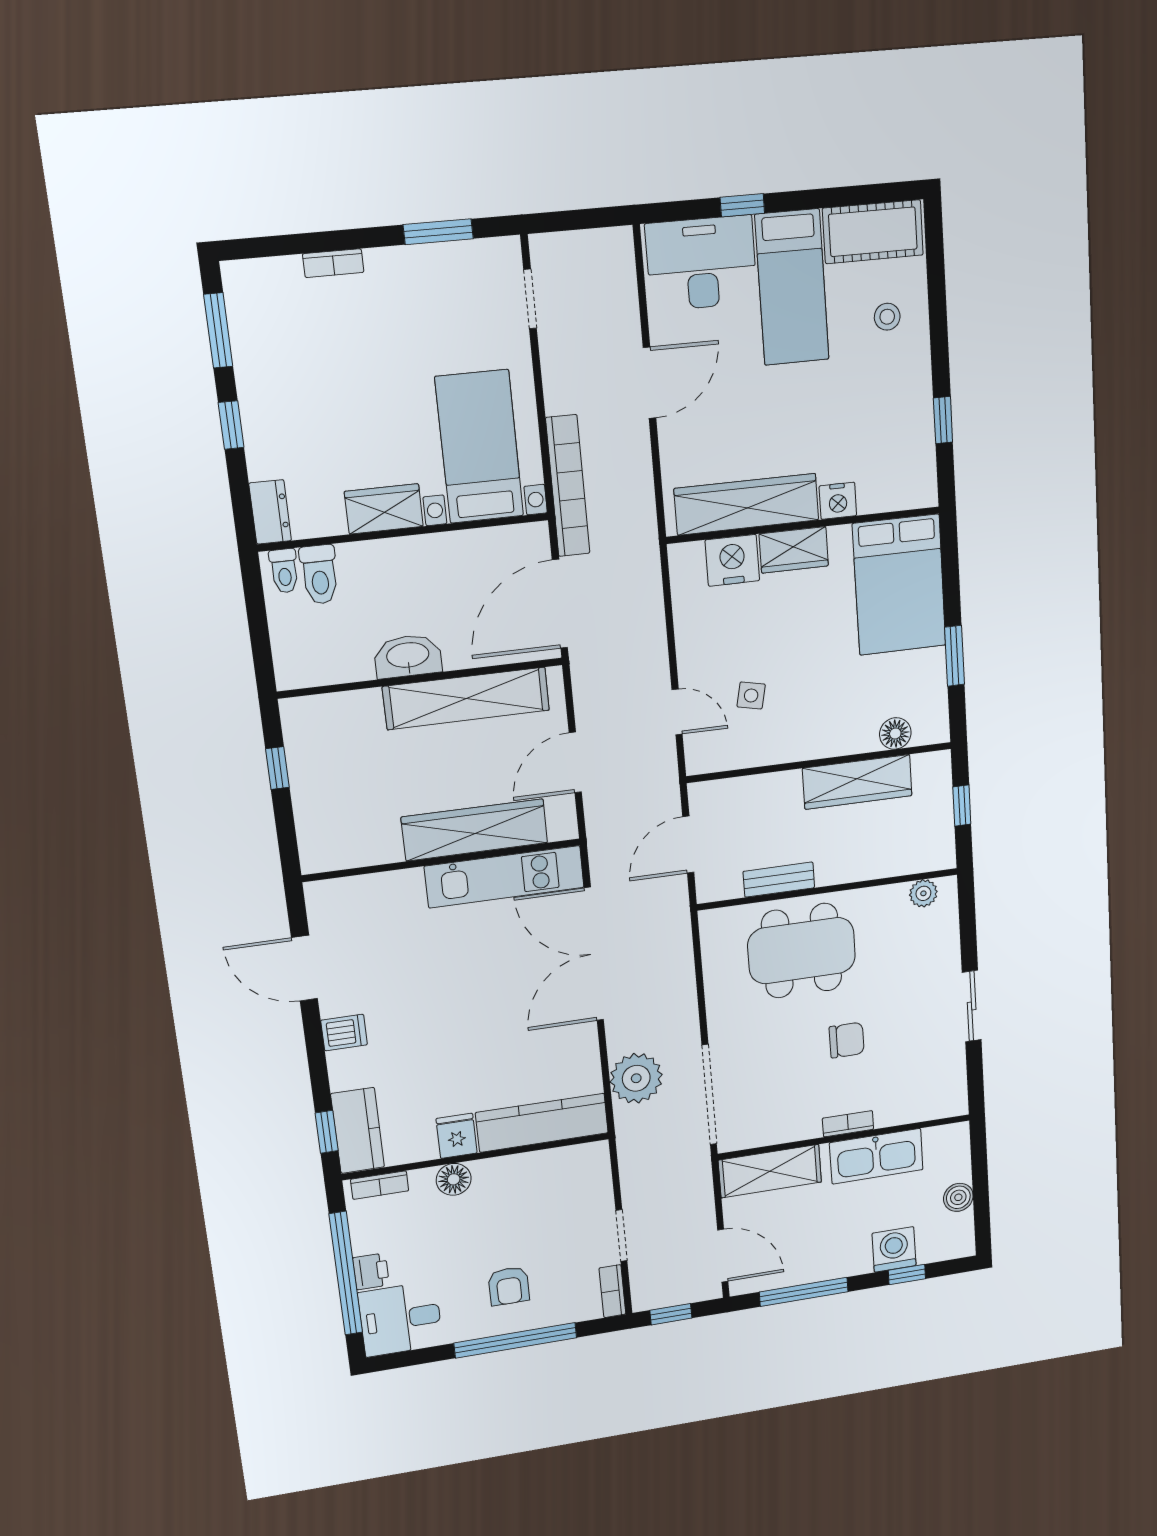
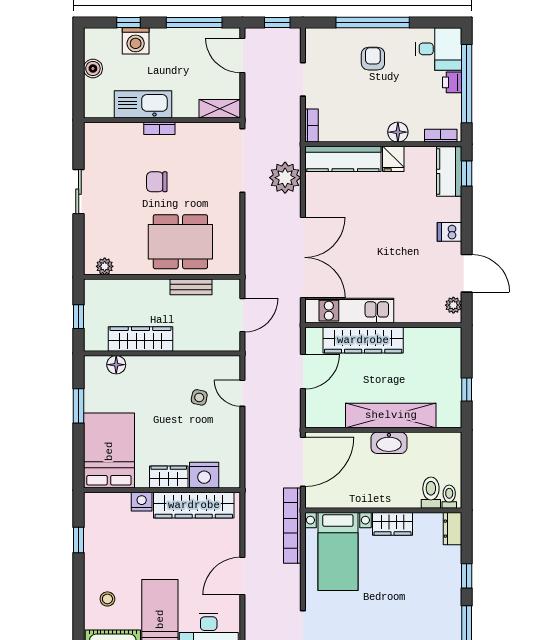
shelving: (466, 698) -> (391, 415), moved
plant: (321, 911) -> (453, 305), added
shelving: (770, 1171) -> (220, 109), width x0.67, depth x0.75
bookcase: (612, 1291) -> (311, 126), moved

